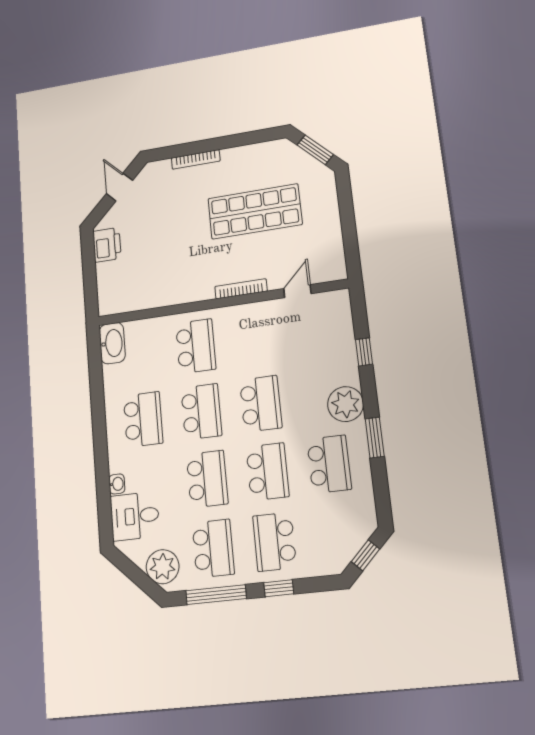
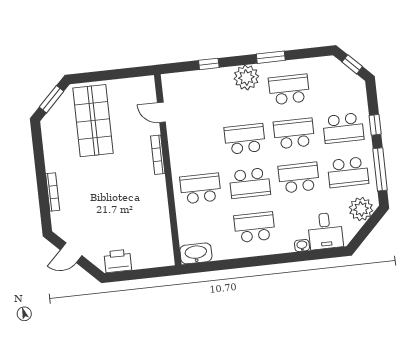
shop shelf: (255, 211) -> (93, 121), moved
school desk: (201, 412) -> (250, 183), turned 180
school desk: (213, 548) -> (348, 172), turned 180

